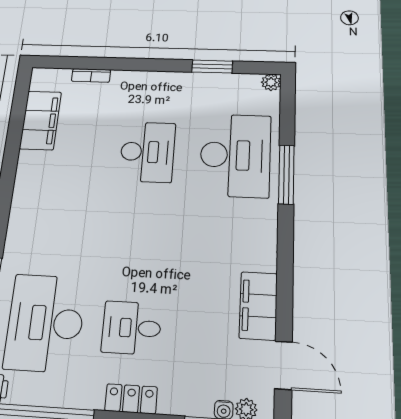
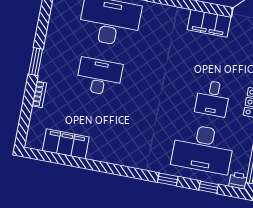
window: (212, 67) -> (36, 62), moved
bookcase: (91, 75) -> (39, 94), moved

